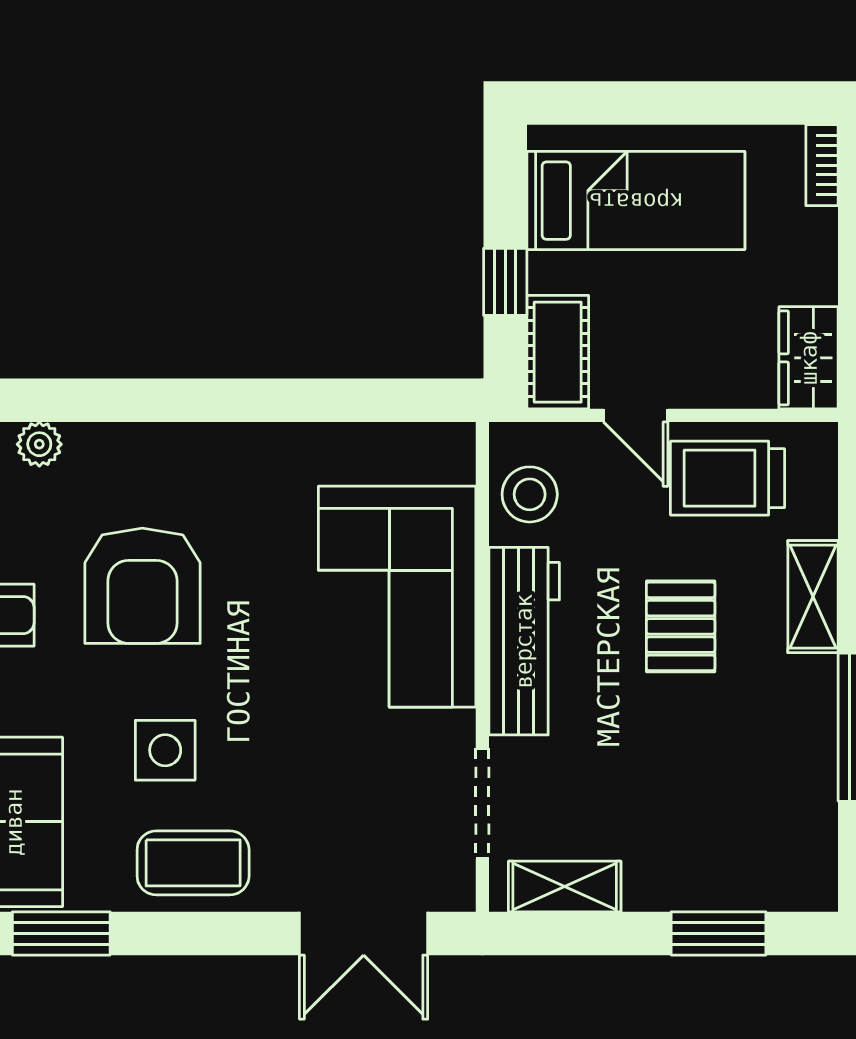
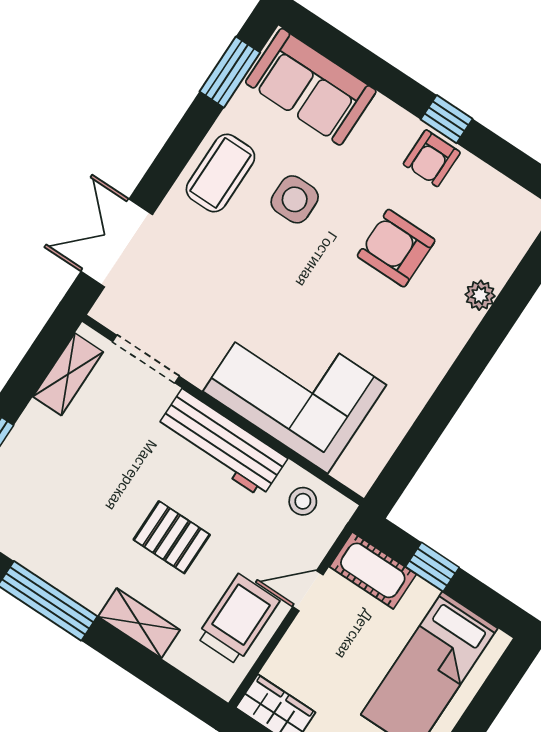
plant: (39, 444) -> (480, 295), moved
stool: (530, 494) -> (303, 501), width x0.73, depth x0.73
armchair: (142, 586) -> (396, 248), width x0.73, depth x0.73

